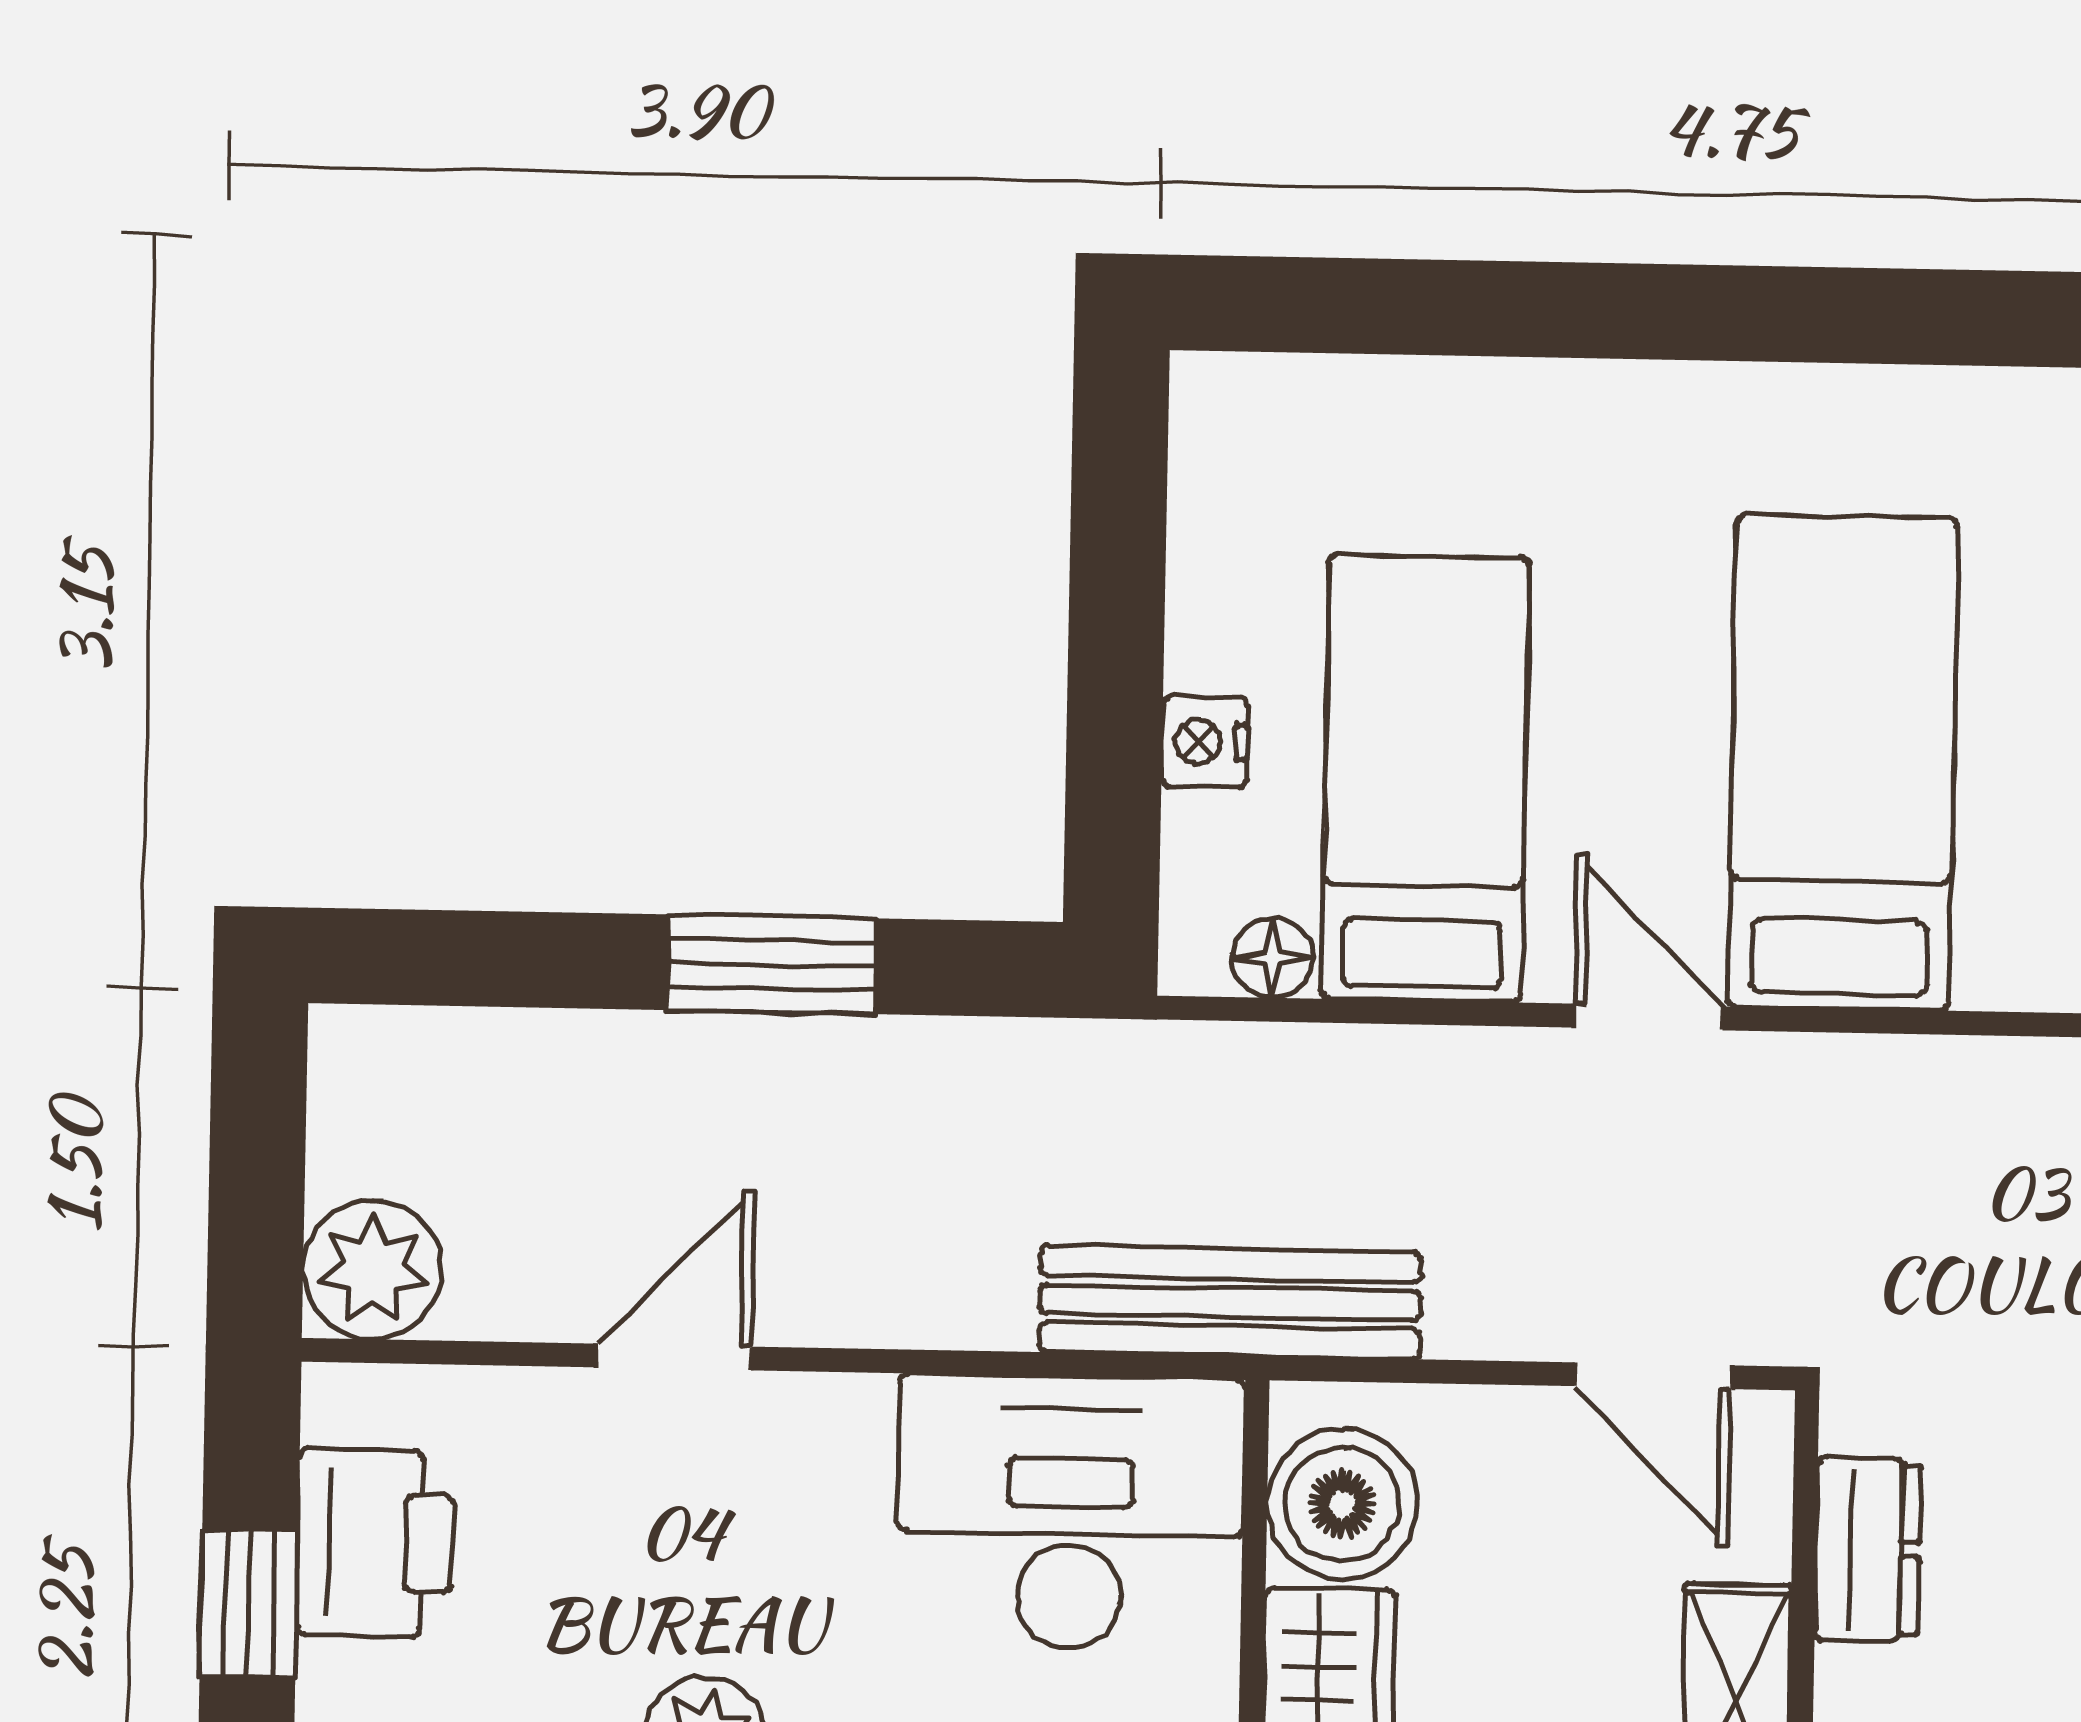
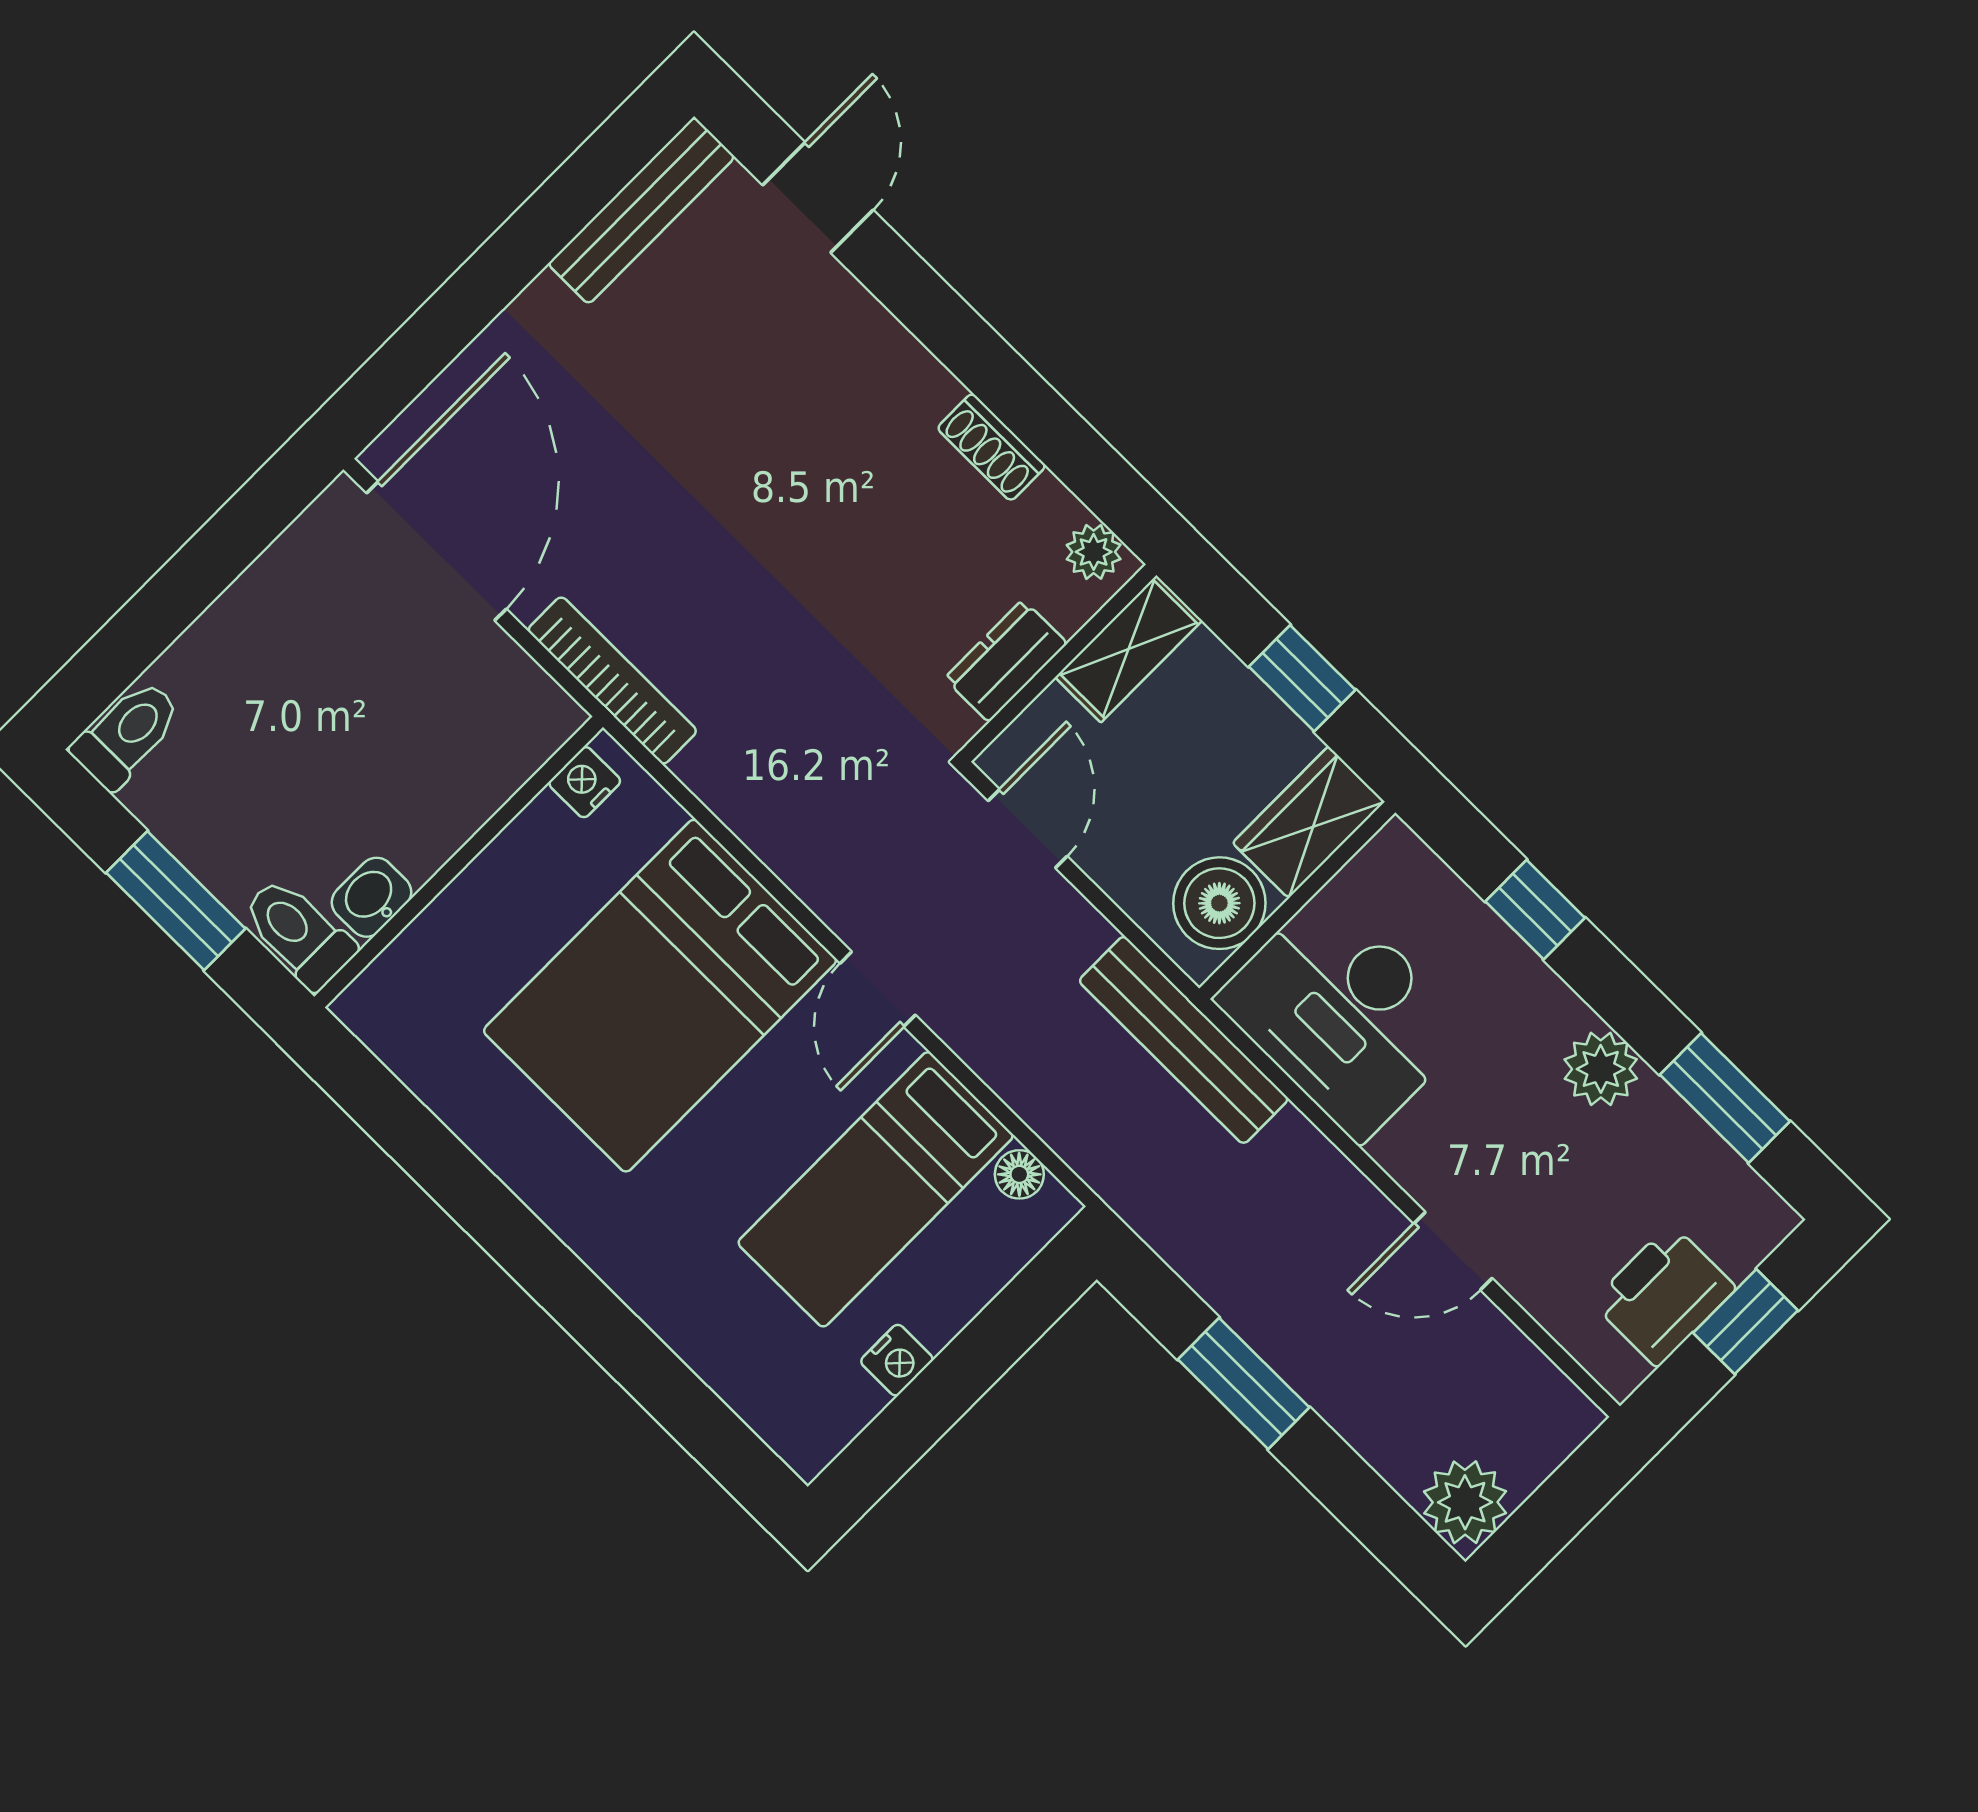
nightstand: (1205, 742) -> (897, 1360), moved
bed: (1843, 763) -> (660, 996), width x1.50
plant: (372, 1270) -> (1465, 1502), moved

